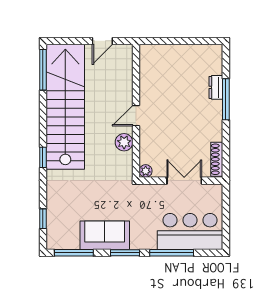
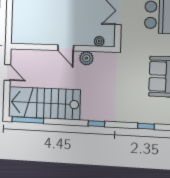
stairs: (65, 107) -> (44, 103), width x0.73
plant: (146, 171) -> (99, 41), moved

